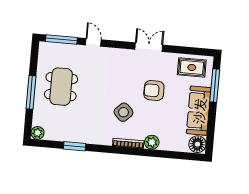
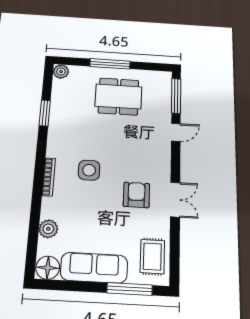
armchair: (154, 91) -> (136, 195), moved
side table: (123, 112) -> (89, 170), turned 45
plant: (152, 142) -> (48, 229), moved

